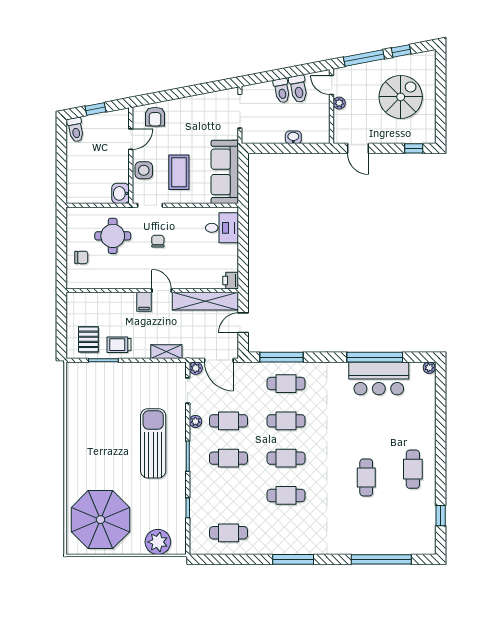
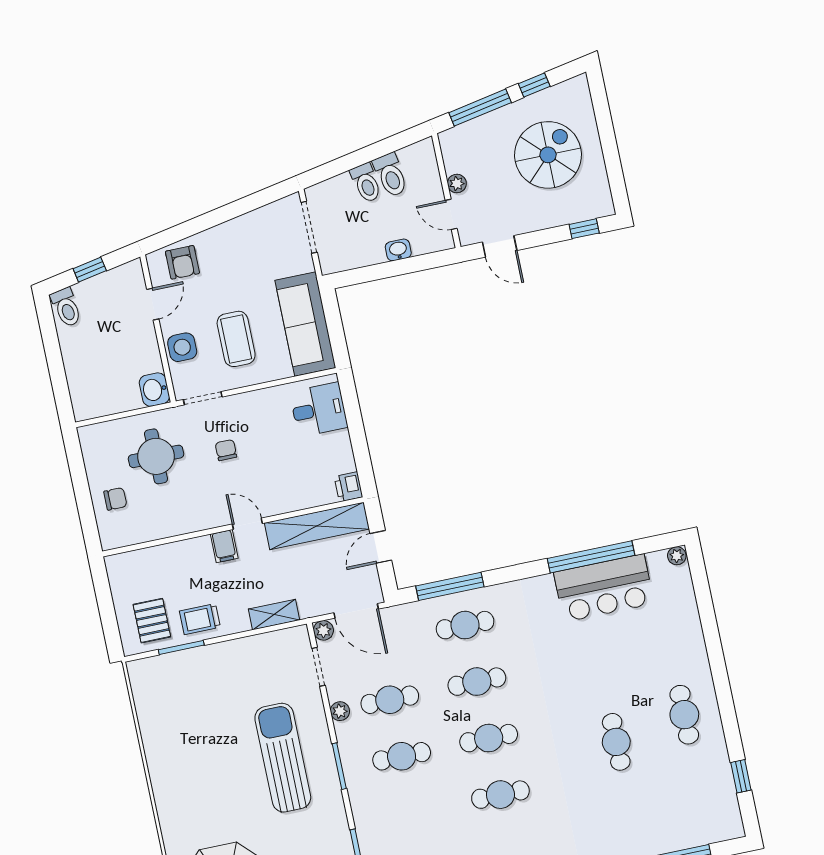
door: (332, 85) -> (451, 214), moved

